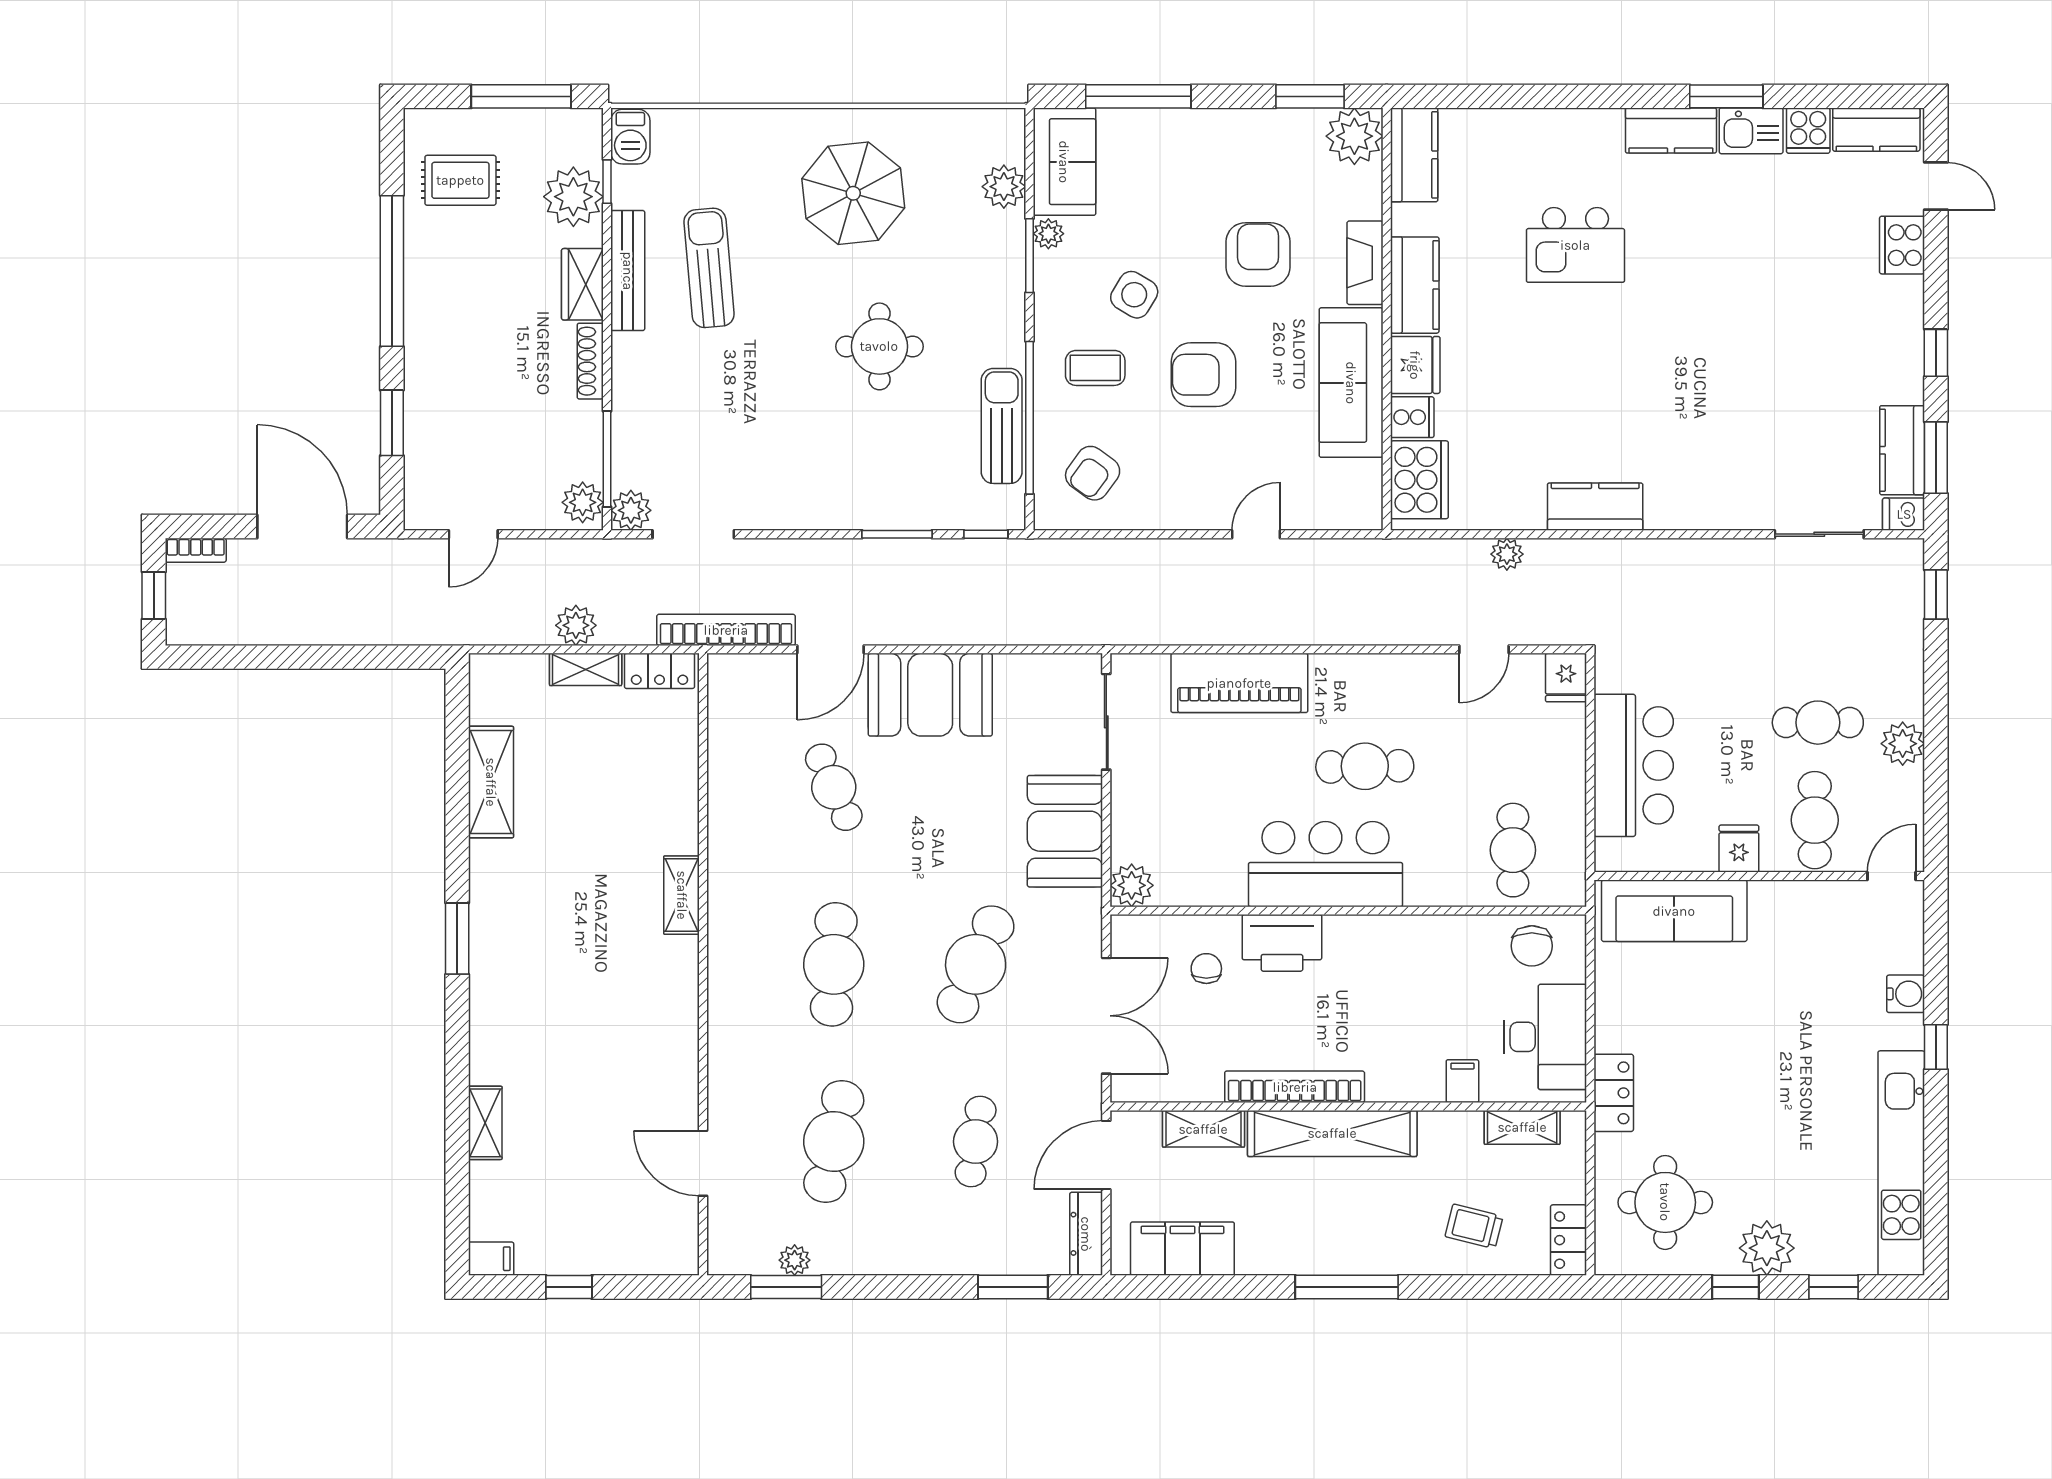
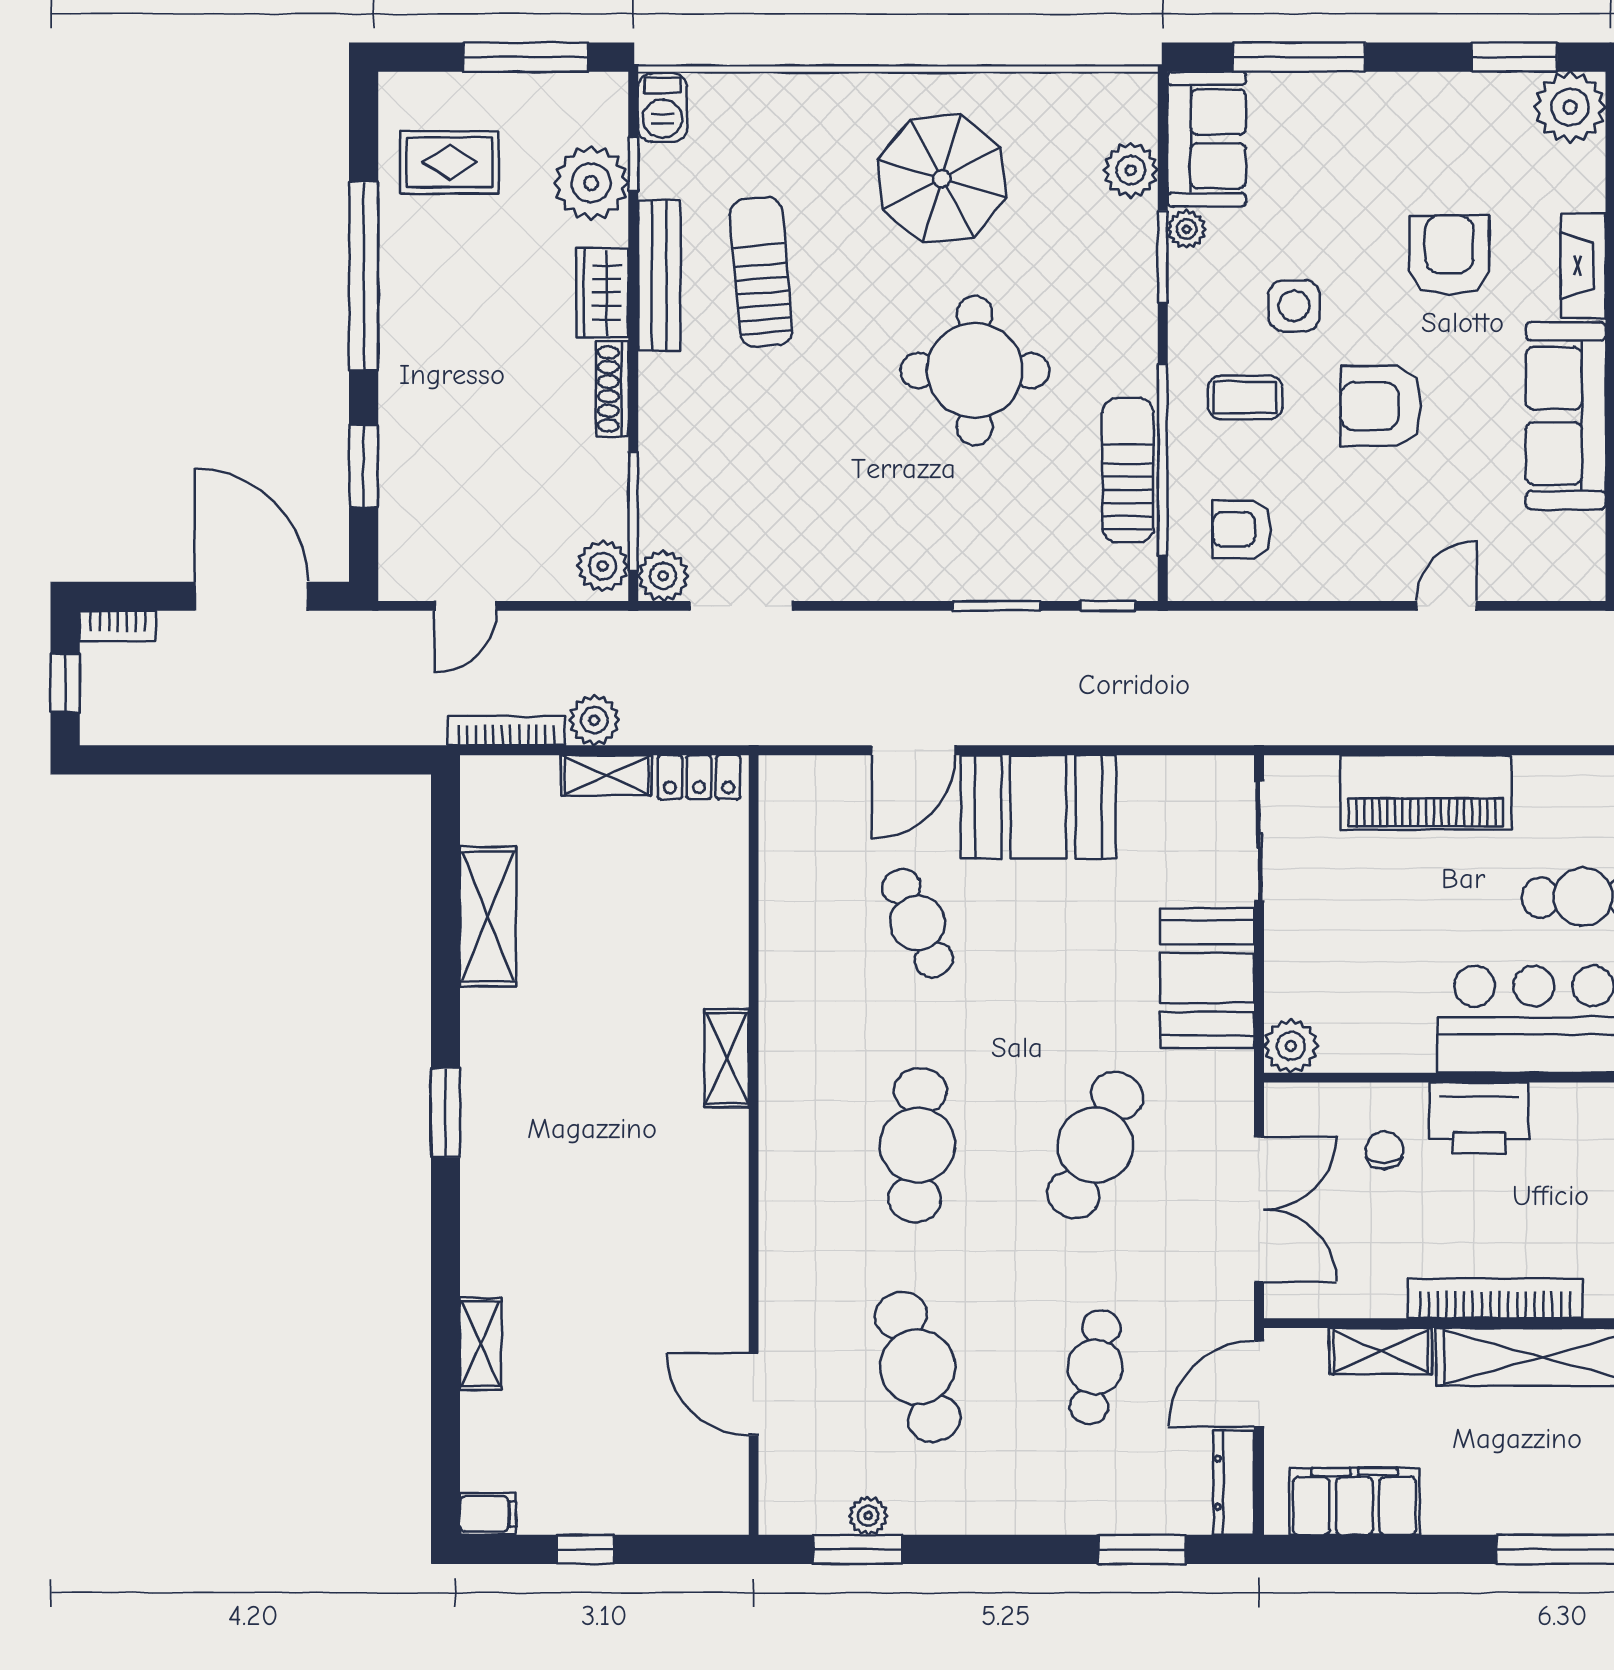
side table: (1134, 295) -> (1294, 306), turned -31
round table: (879, 346) -> (975, 371), width x1.36, depth x1.36
armchair: (1093, 473) -> (1242, 529), turned 54
bookcase: (726, 630) -> (507, 730), moved, width x0.68, depth x0.76
cafe table: (834, 1142) -> (917, 1367), turned -30

